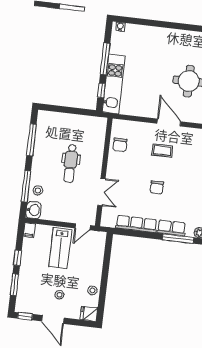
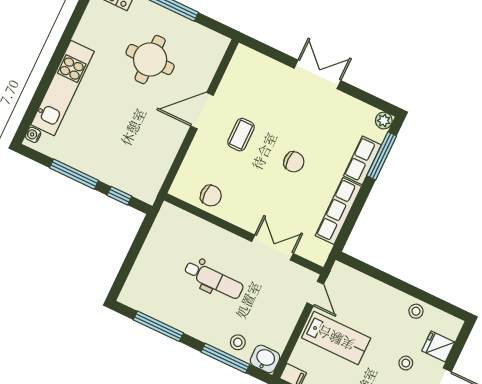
kitchen unit: (114, 84) -> (63, 88), moved, turned 90
fridge: (89, 314) -> (438, 347), moved, turned 90

